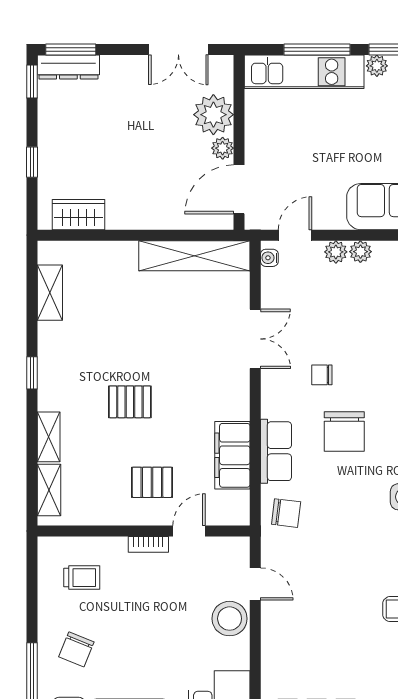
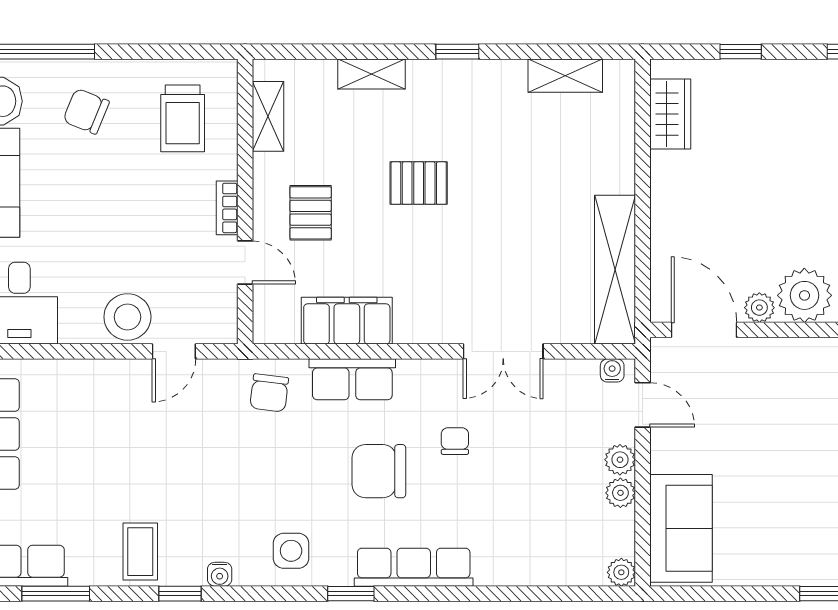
pallet: (130, 402) -> (419, 183), turned 90
shelving: (49, 490) -> (268, 116), moved, turned 90
trolley: (82, 578) -> (183, 118), width x1.36, depth x1.39

